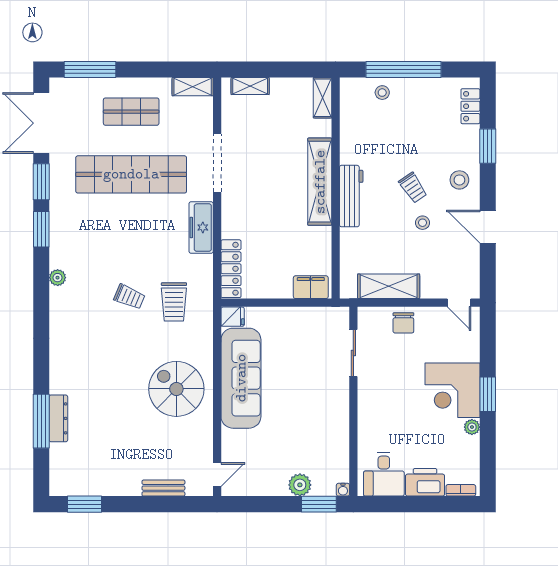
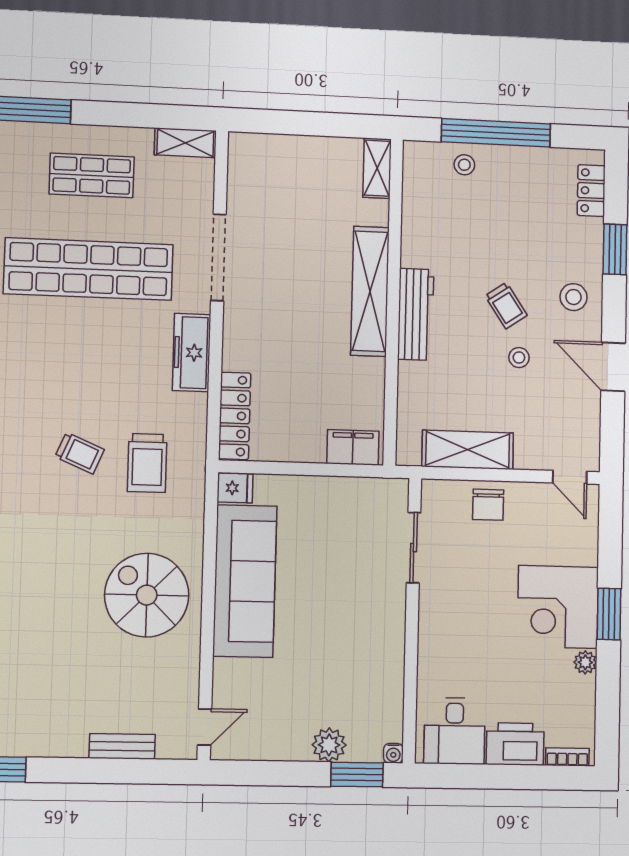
shelving: (250, 86) -> (271, 146), removed

